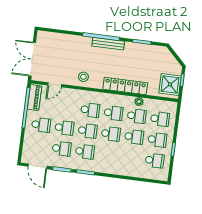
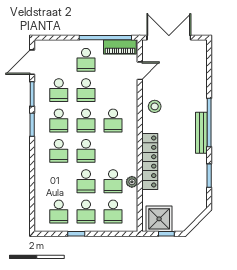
door: (55, 85) -> (140, 71), swing flipped
school desk: (113, 113) -> (59, 151), moved

